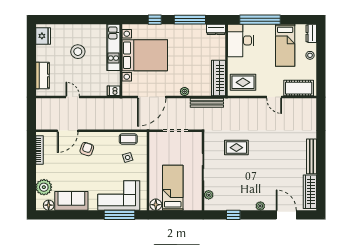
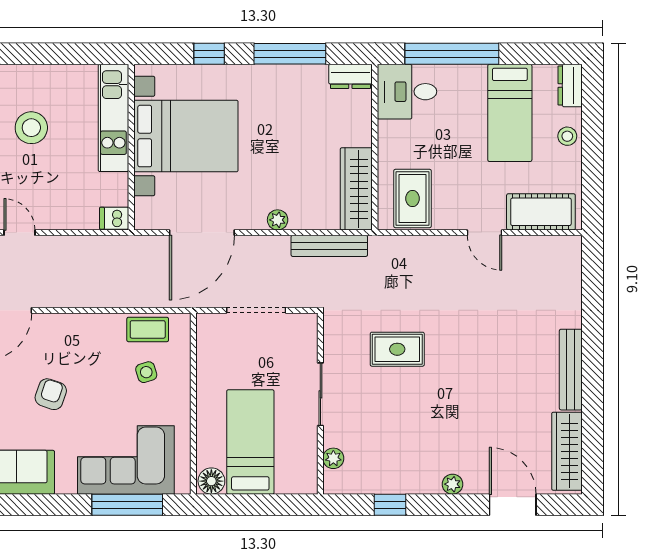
desk: (241, 40) -> (407, 92), width x0.73
rug: (243, 82) -> (412, 199), turned 90
armchair: (87, 149) -> (51, 394), moved

